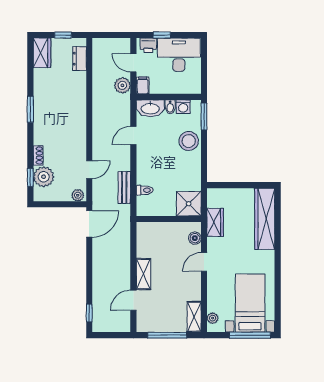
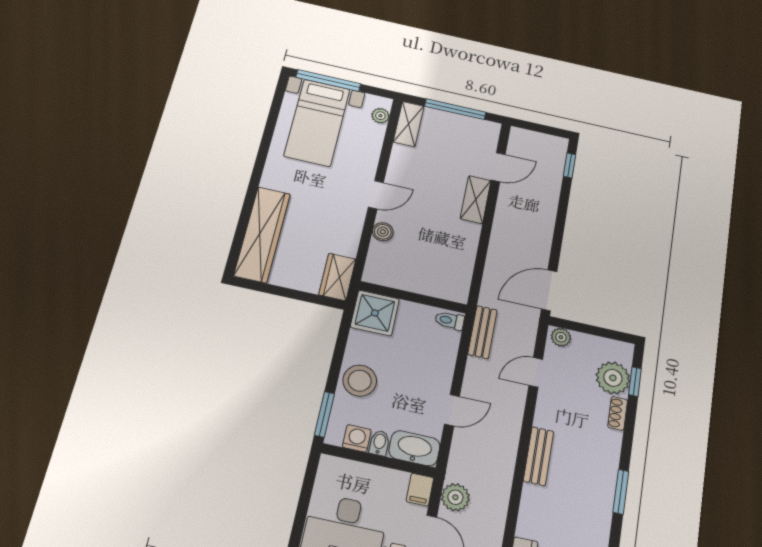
bench: (80, 119) -> (539, 456), added
shower: (189, 204) -> (375, 313), moved
wall: (169, 219) -> (413, 297), moved
wardrobe: (215, 222) -> (337, 277), moved

